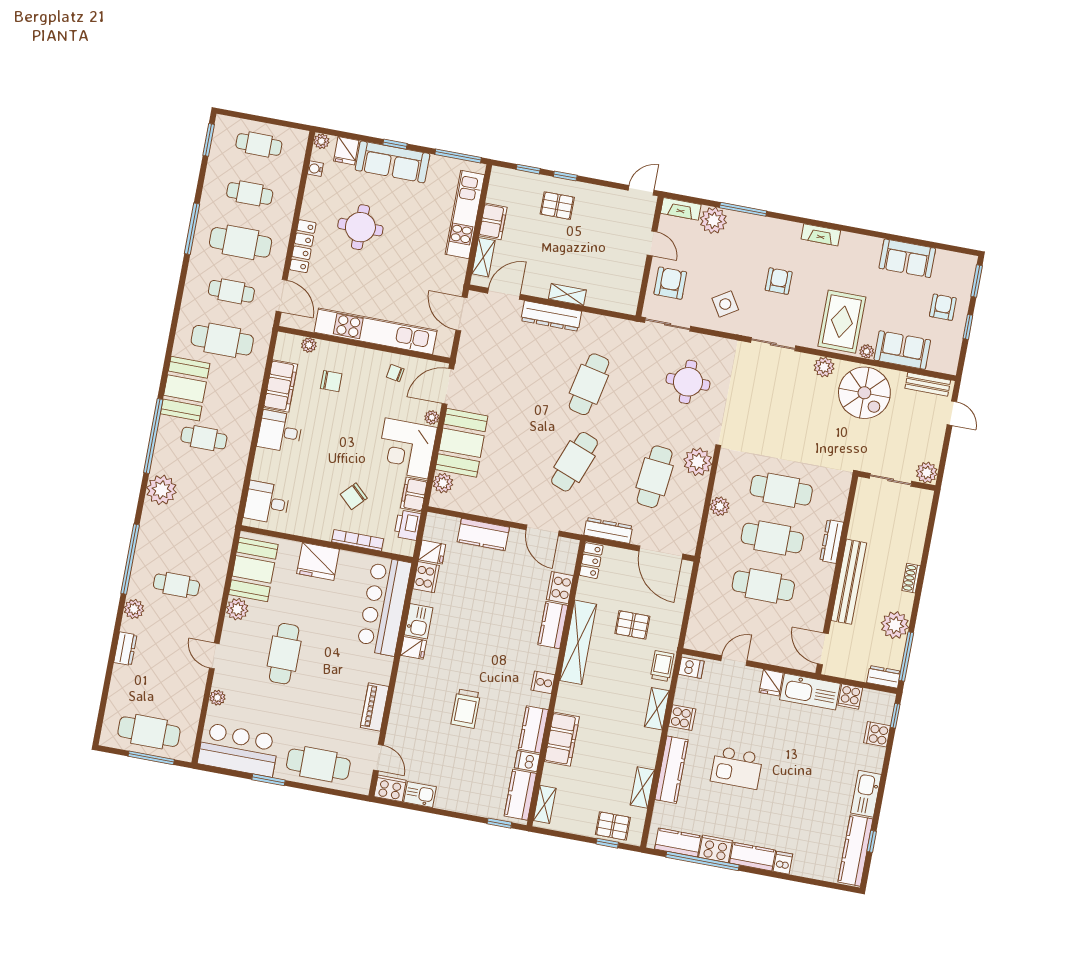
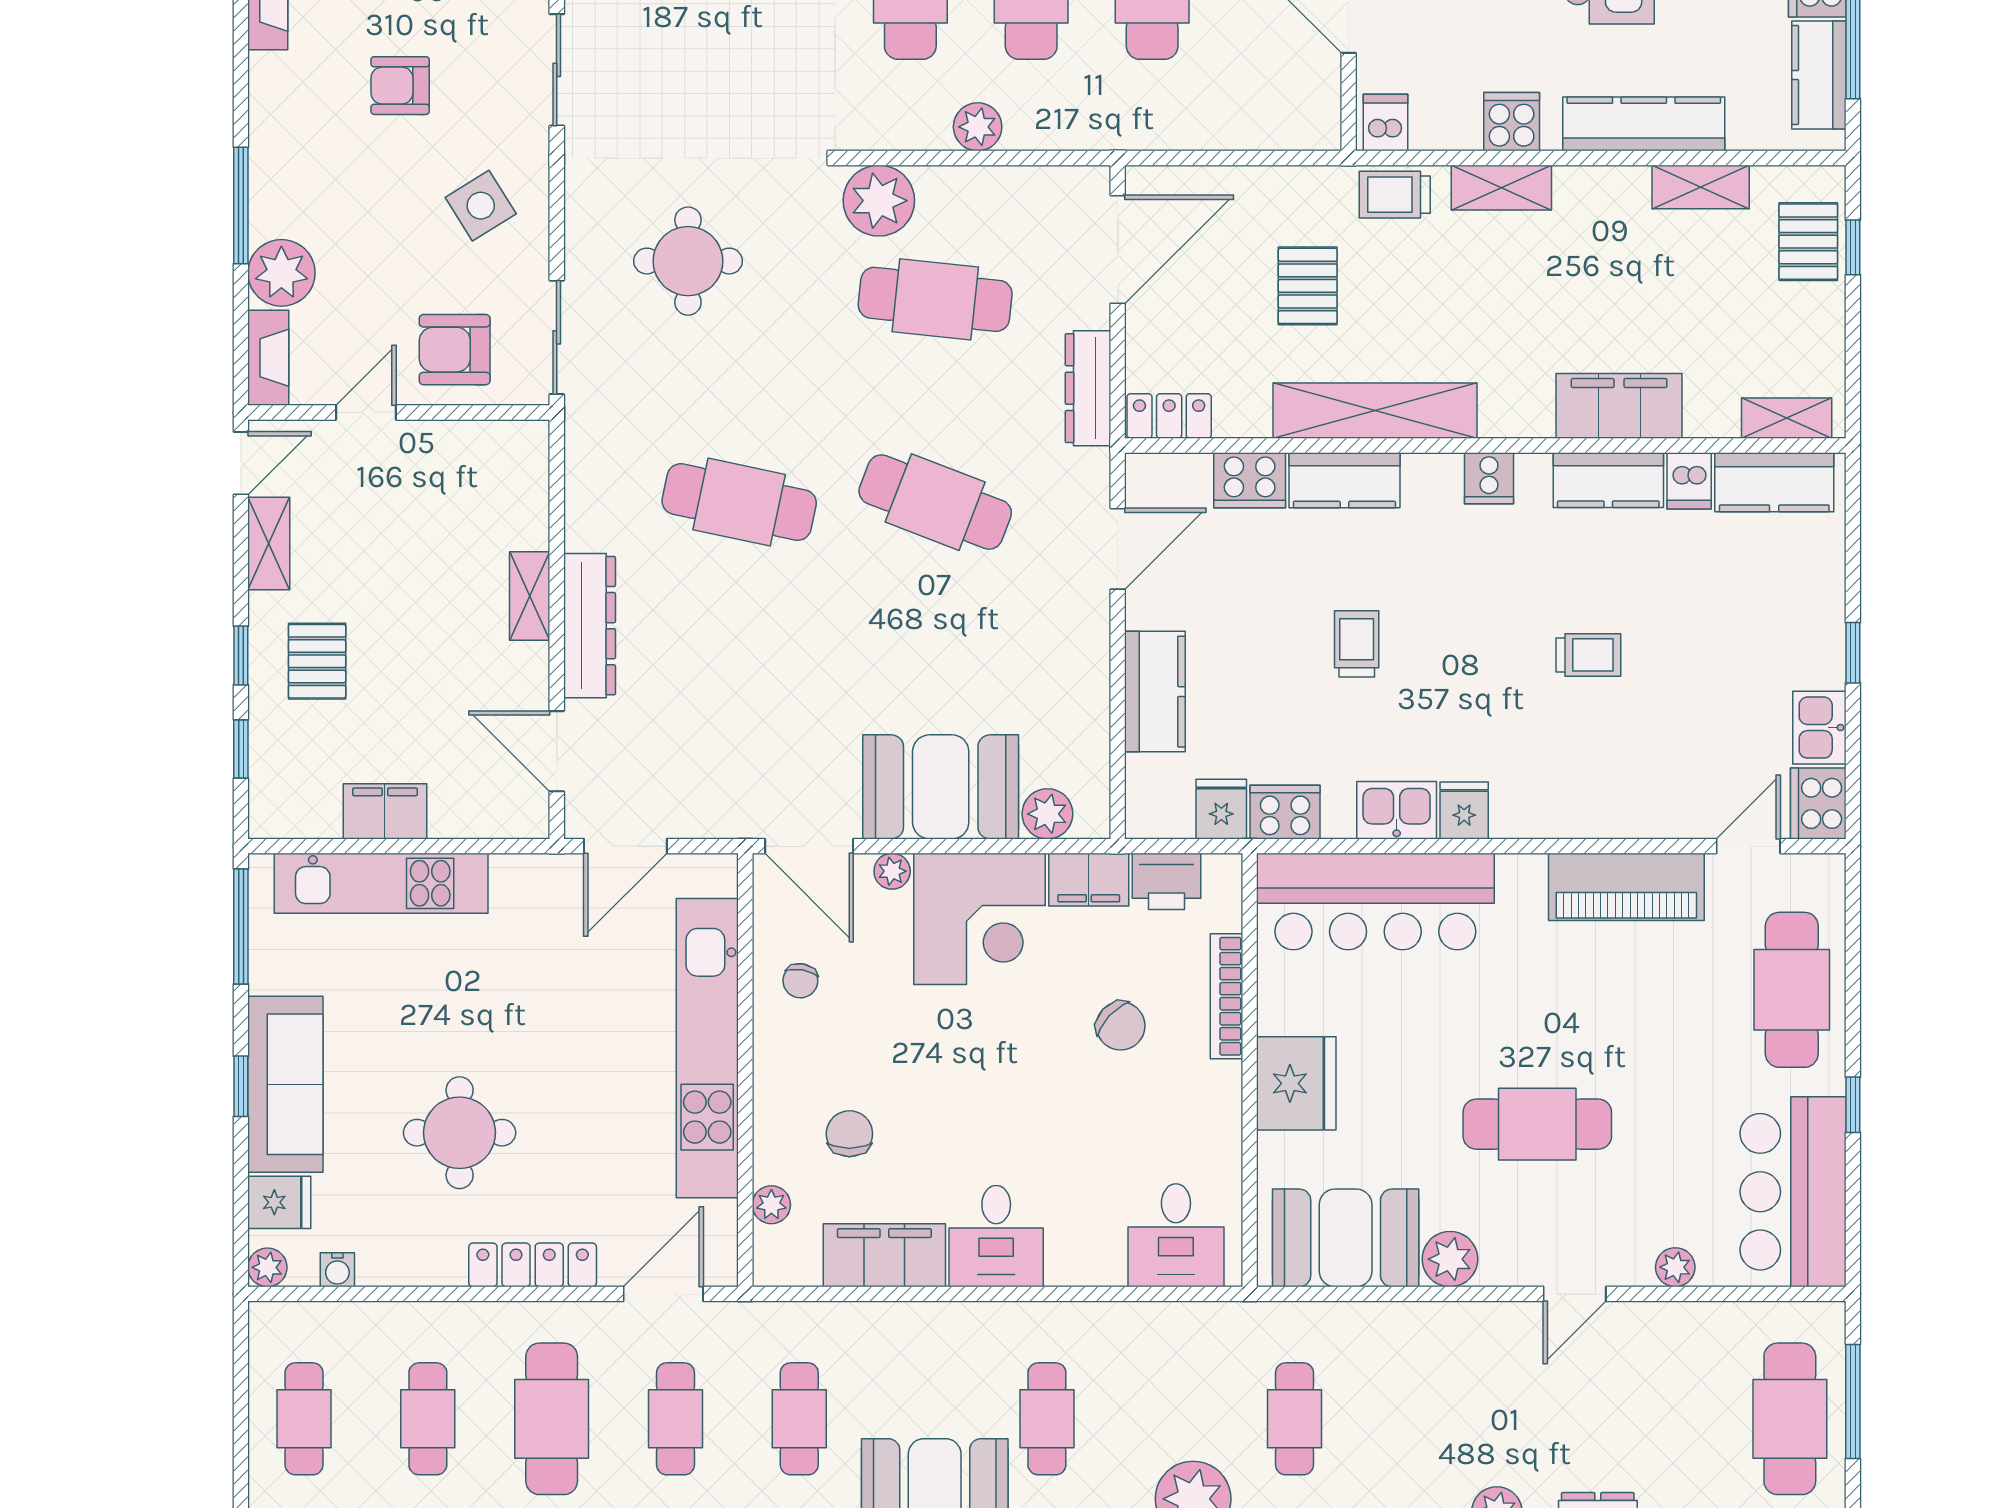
door: (641, 190) -> (241, 463), swing flipped
shelving: (483, 257) -> (269, 543), moved, turned 90
cafe table: (222, 340) -> (799, 1419), width x0.73, depth x0.74
cafe table: (176, 585) -> (1295, 1419), moved
trolley: (487, 618) -> (1357, 644), added
piano: (375, 707) -> (1626, 887), width x1.37, depth x1.33
trolley: (466, 709) -> (1588, 655), width x0.73, depth x0.72
window: (268, 780) -> (1853, 1105), width x0.67
window: (499, 823) -> (1853, 653), moved

